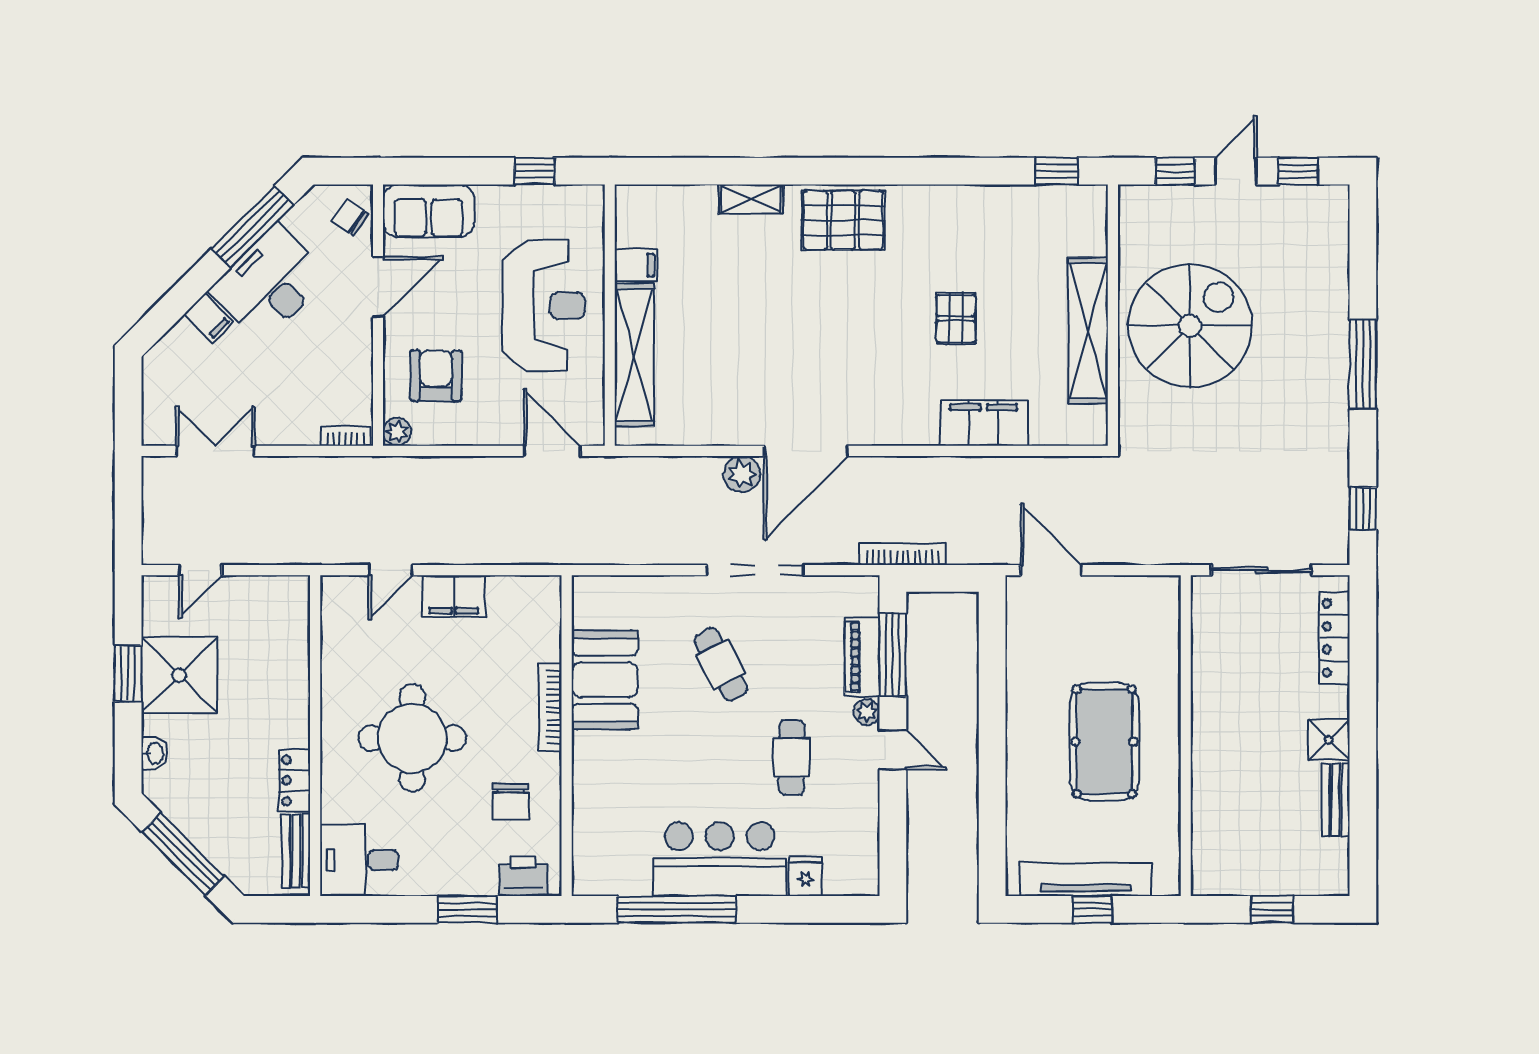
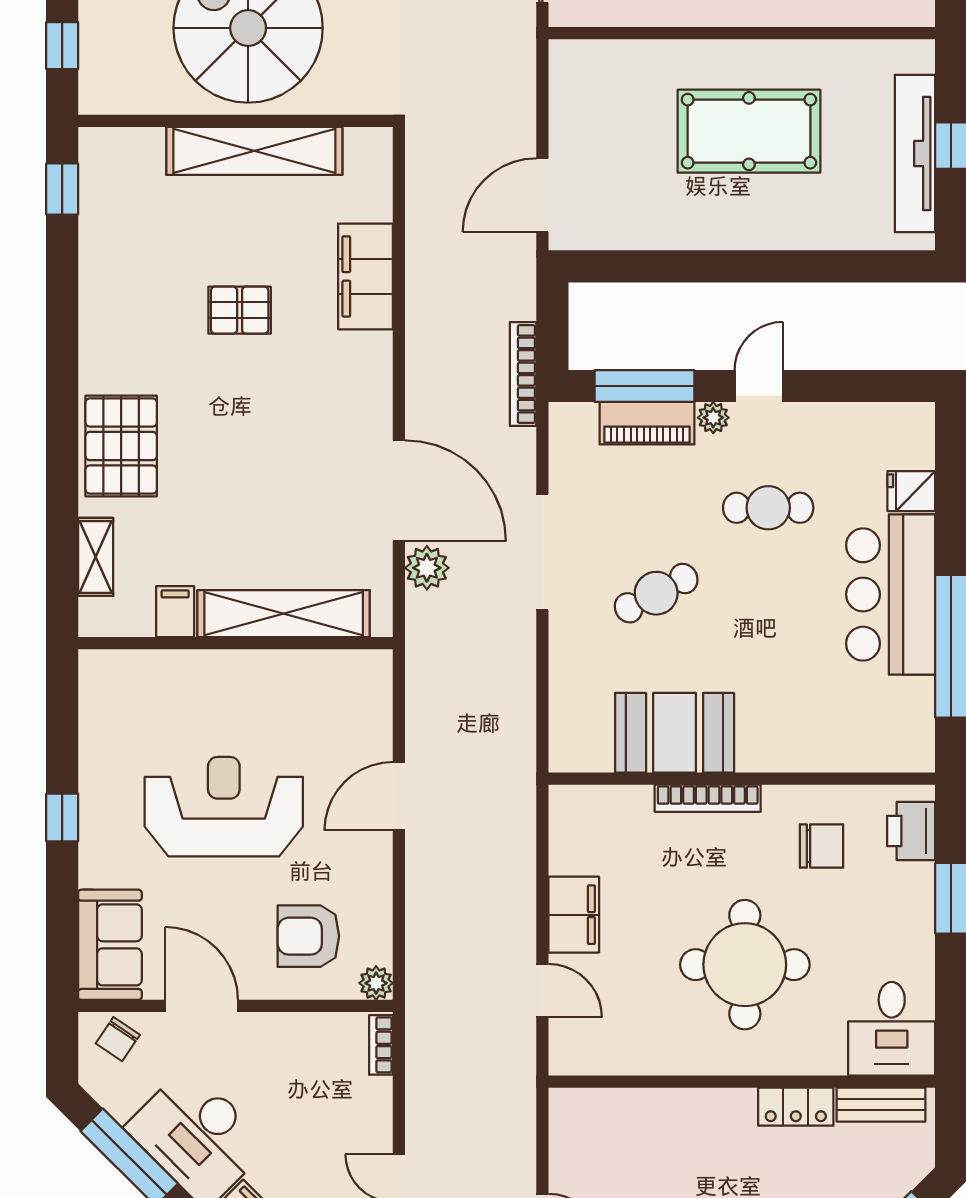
filing cabinet: (636, 265) -> (175, 612), moved
wall: (610, 315) -> (236, 643), moved
shelving: (634, 355) -> (284, 614), moved

